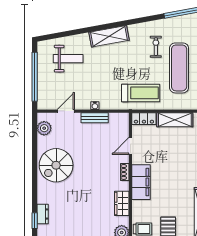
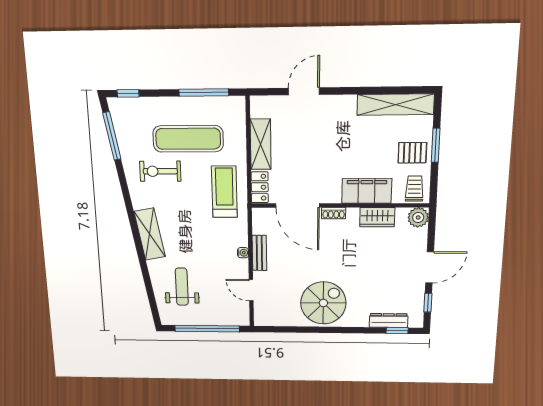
exercise bike: (156, 47) -> (160, 171), width x1.38, depth x1.39
plant: (44, 128) -> (274, 317), removed
door: (130, 146) -> (297, 205), width x1.88
spiral stairs: (56, 165) -> (323, 303), turned -90
filing cabinet: (141, 182) -> (367, 191), moved
dresser: (43, 214) -> (389, 320), width x1.44

